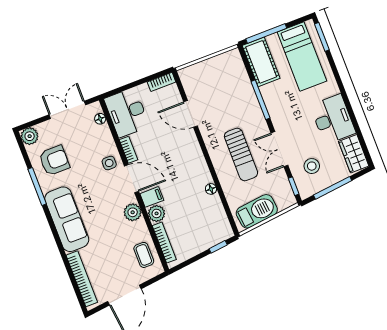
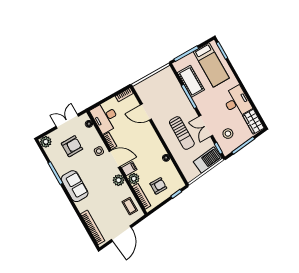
cot: (261, 62) -> (191, 81), moved
armchair: (54, 161) -> (72, 146), moved
barbecue: (257, 211) -> (208, 160), moved
sofa: (67, 219) -> (75, 186), width x0.73
armchair: (193, 230) -> (158, 186), added

